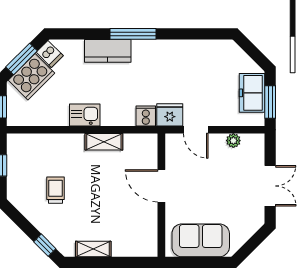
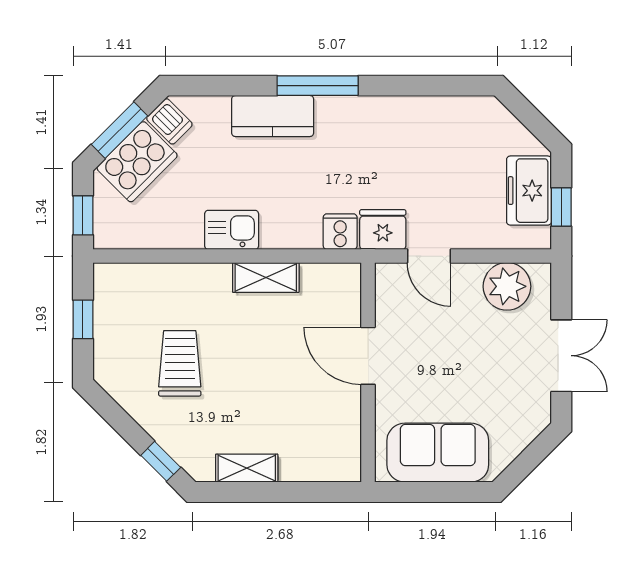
window: (270, 102) -> (561, 207), width x0.67
plant: (233, 141) -> (507, 286), width x1.88, depth x1.88
trolley: (55, 190) -> (180, 363), width x1.36, depth x1.39

